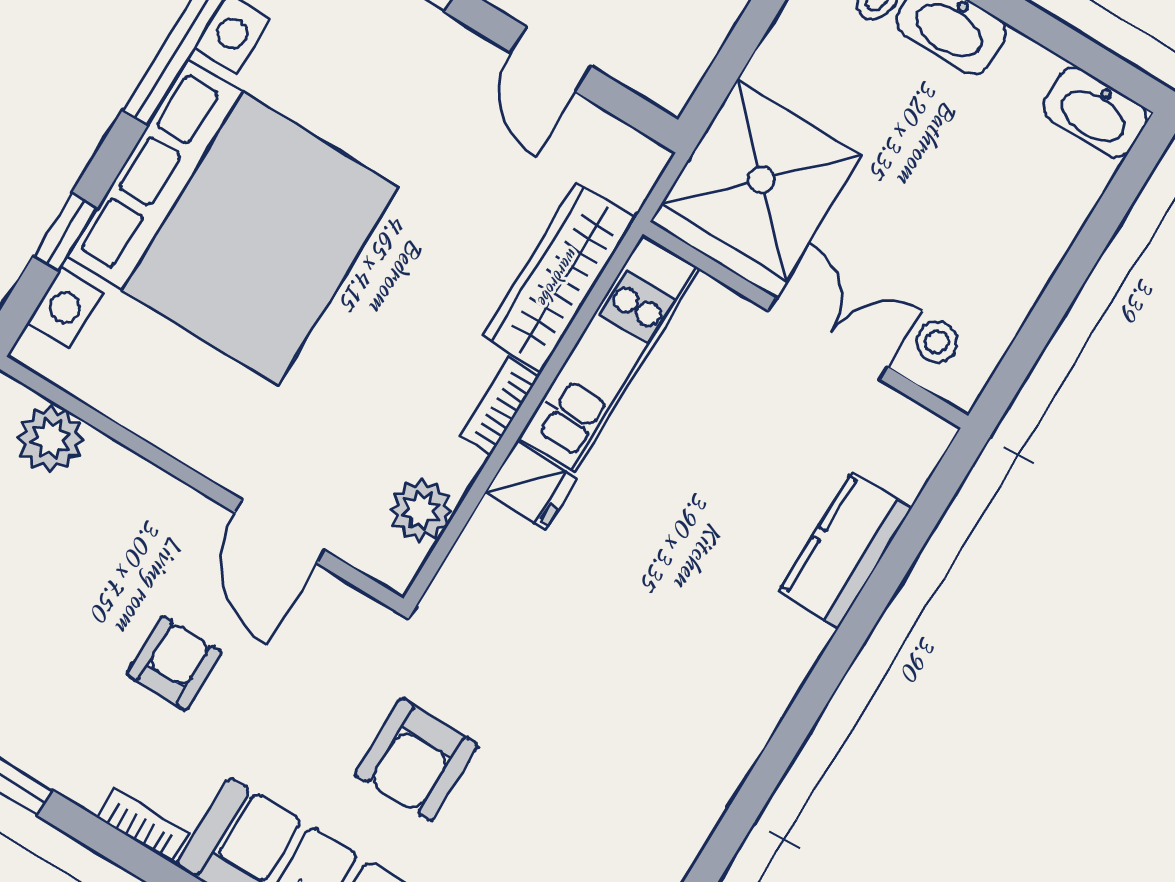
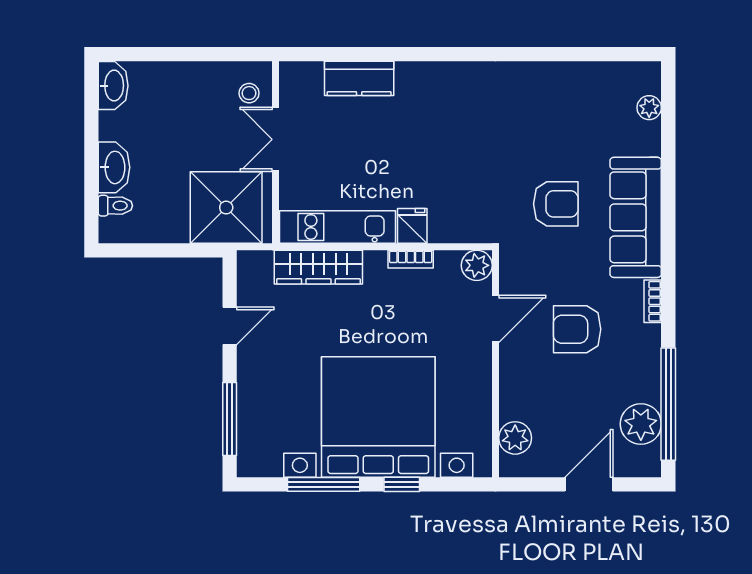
window: (65, 232) -> (402, 484), moved
bookcase: (500, 406) -> (411, 259), moved
plant: (421, 510) -> (477, 265), moved
armchair: (174, 663) -> (577, 329), width x1.38, depth x1.38

